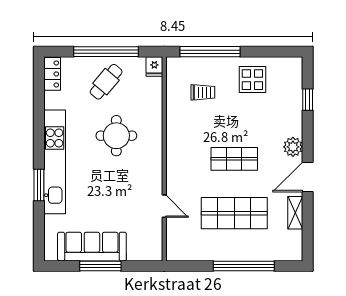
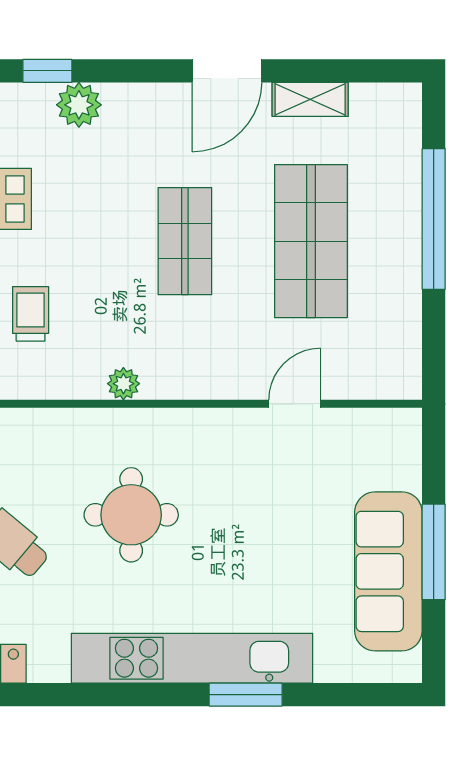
plant: (173, 132) -> (123, 384), added
plant: (293, 147) -> (79, 105), moved
door: (308, 177) -> (227, 71), hinge flipped

